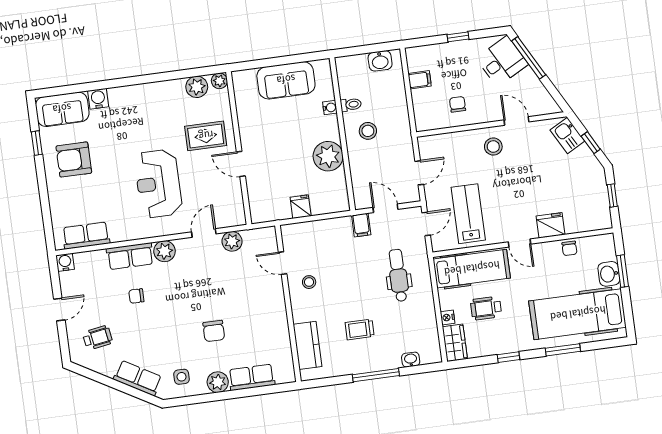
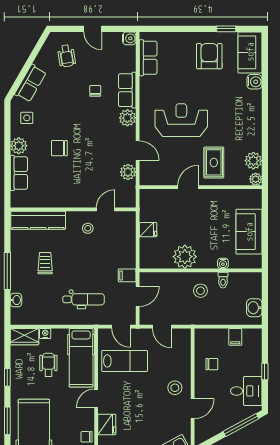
desk: (502, 61) -> (246, 391), moved, turned -62
kitchen counter: (308, 345) -> (38, 220), width x1.50

